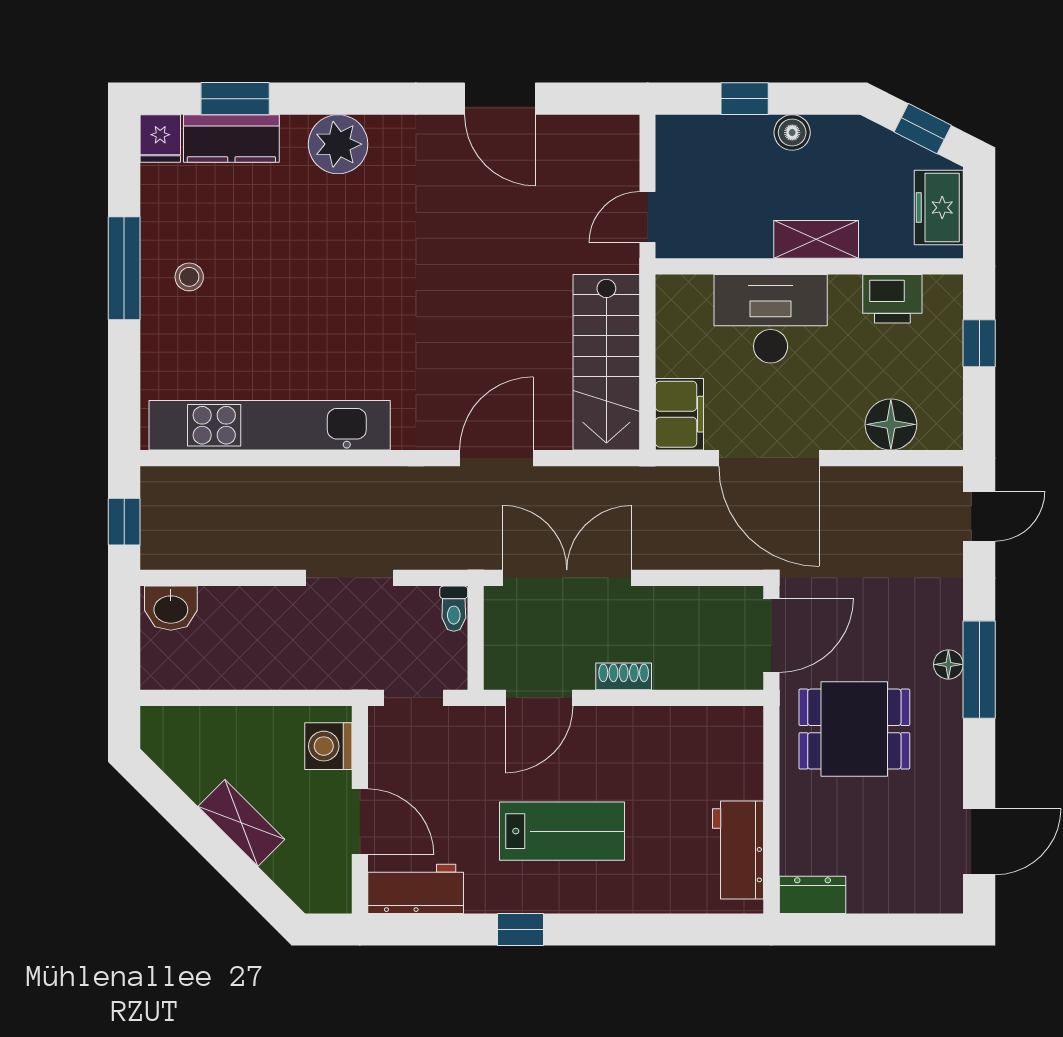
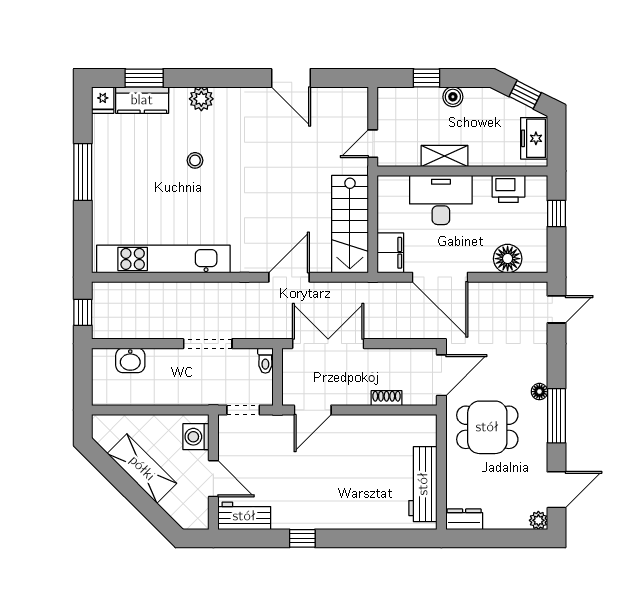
plant: (338, 144) -> (201, 99), width x0.73, depth x0.73
shelving: (816, 239) -> (445, 156), moved
stool: (189, 277) -> (195, 160), moved
washbasin: (171, 608) -> (130, 360), moved
window: (979, 670) -> (556, 416), moved
shoe rack: (624, 676) -> (387, 398), moved
shelving: (241, 823) -> (142, 468), width x1.50, depth x1.33
lab bench: (562, 831) -> (325, 484), removed
workbench: (738, 850) -> (423, 484), width x1.38
plant: (947, 897) -> (538, 520), added

